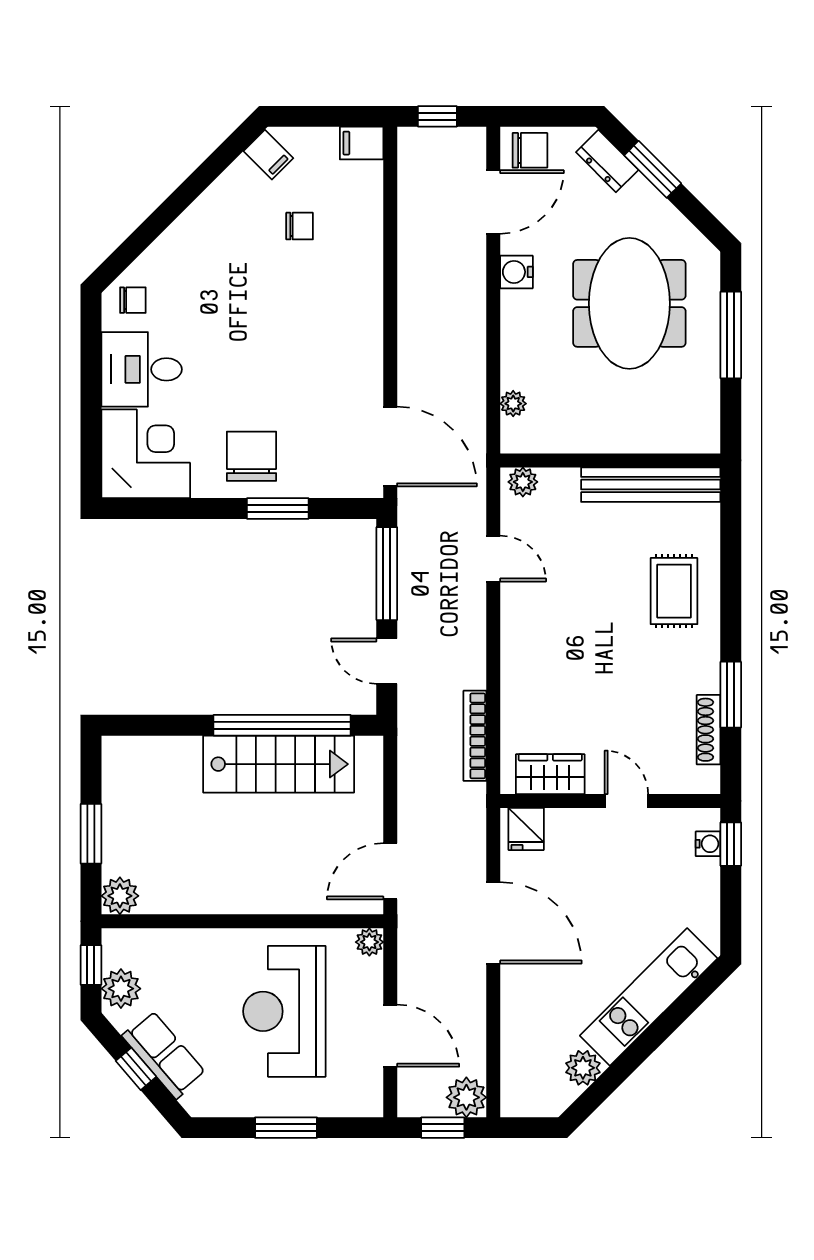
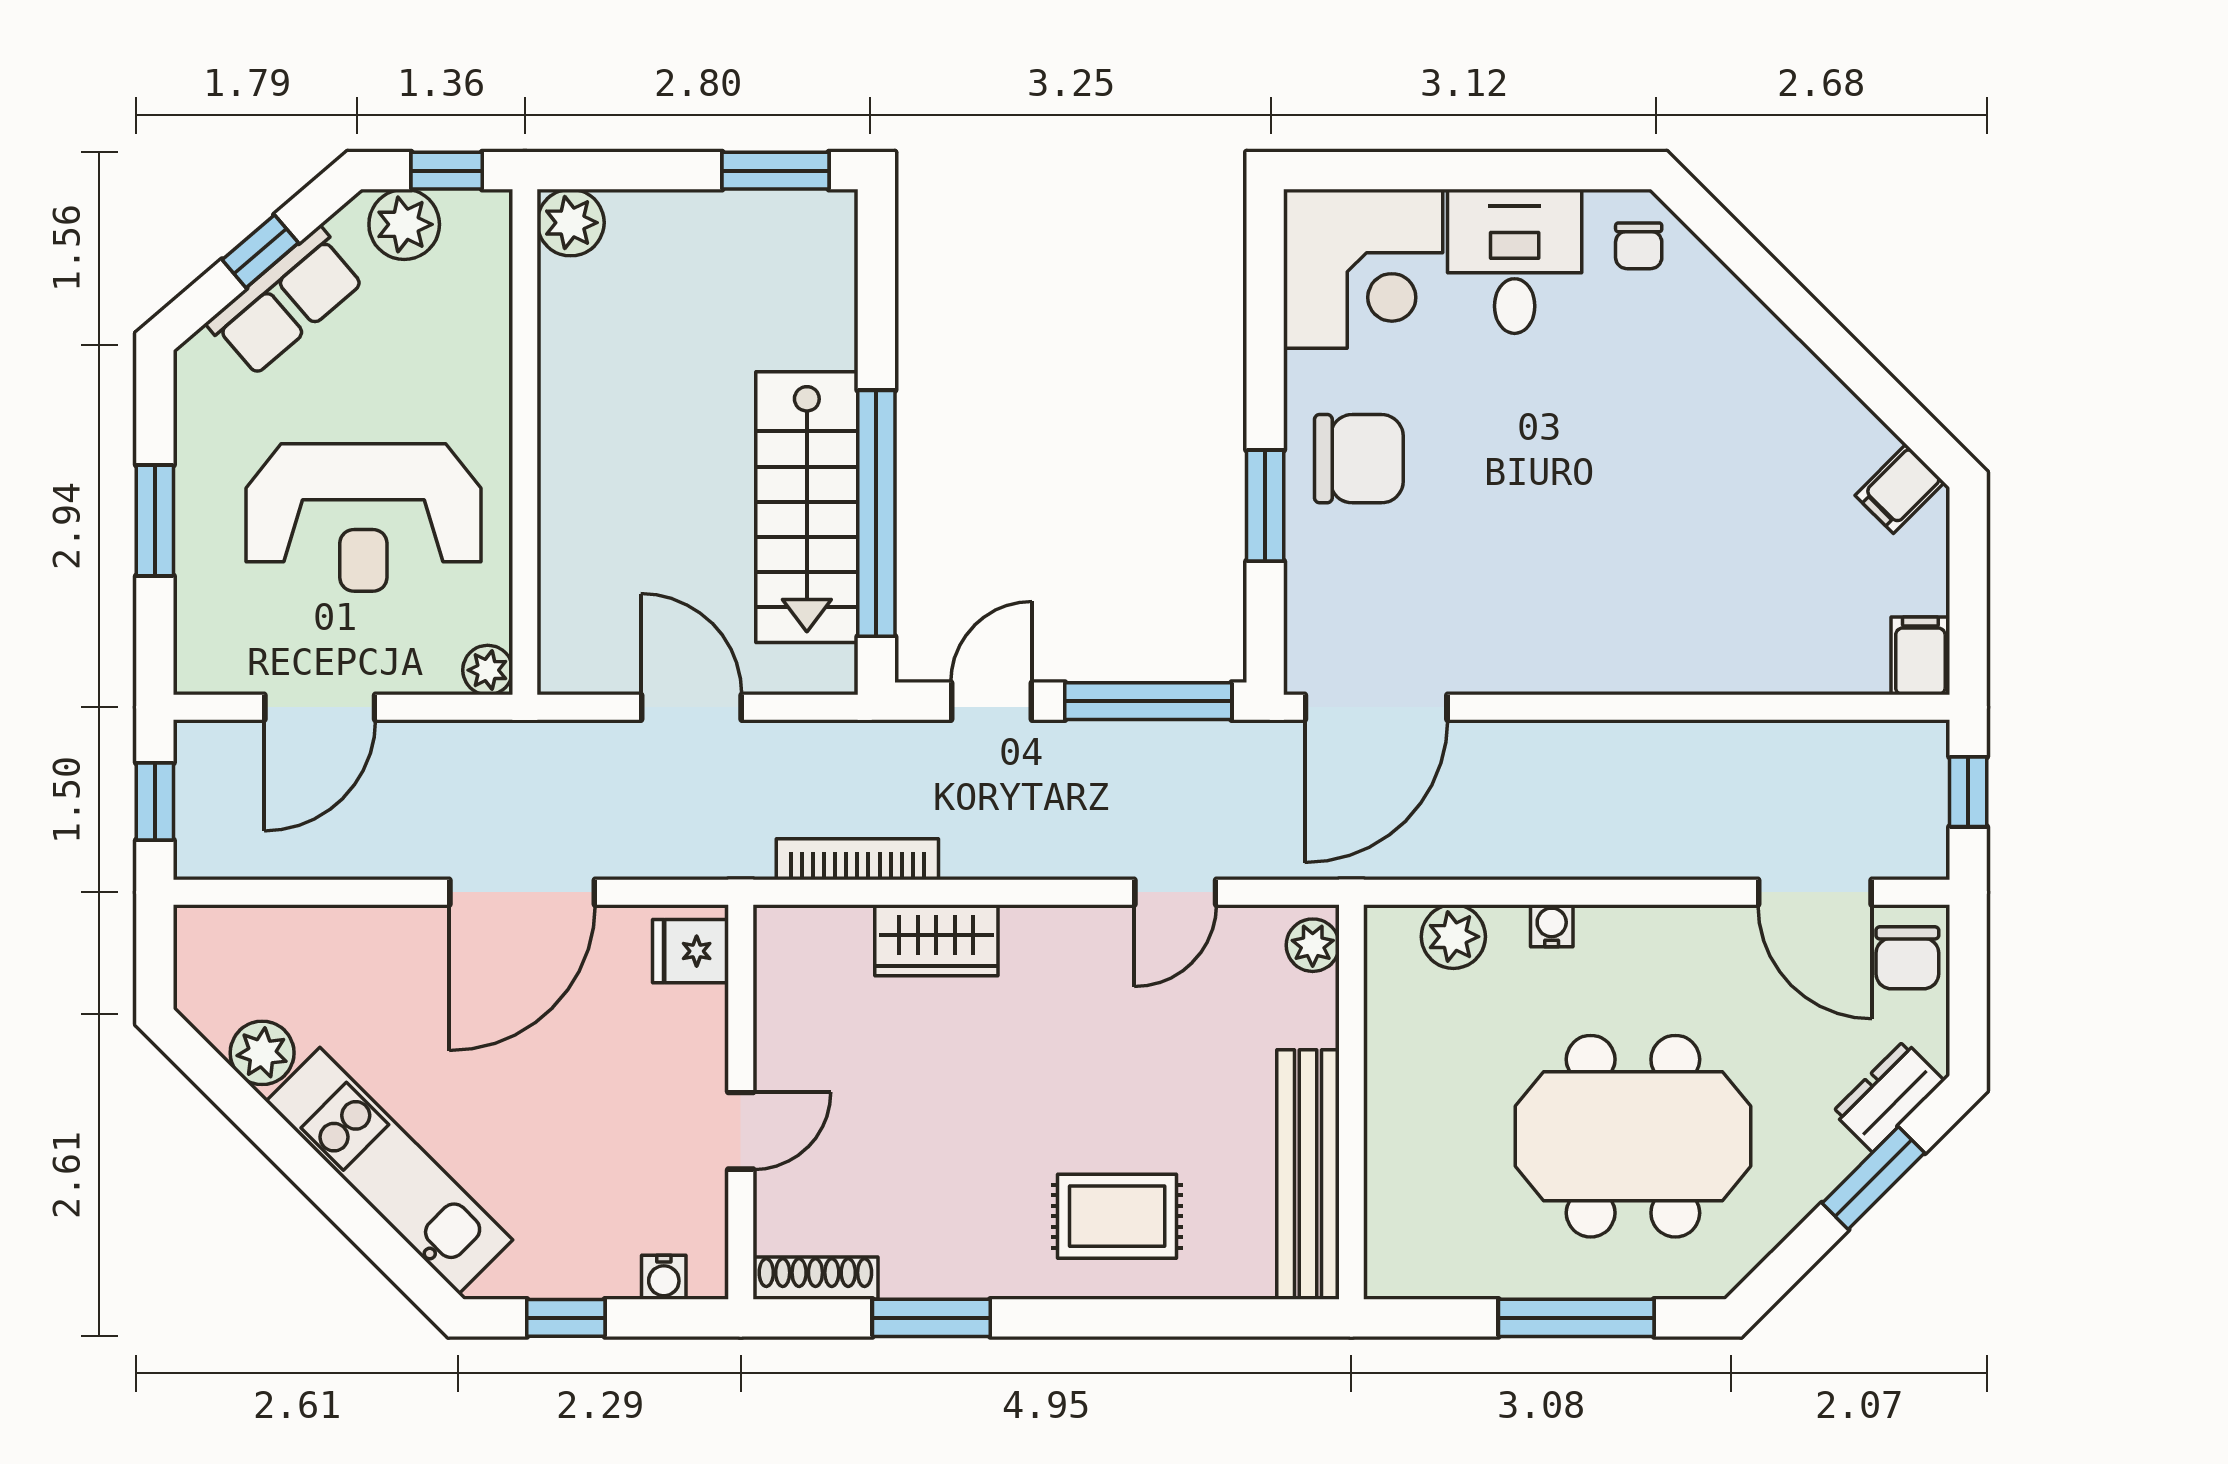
chair: (300, 226) -> (1772, 545), removed
water cooler: (517, 272) -> (1552, 926), moved, width x0.72, depth x0.72
plant: (513, 404) -> (1453, 937), width x1.38, depth x1.38
shoe rack: (709, 730) -> (815, 1278), moved
wardrobe: (550, 774) -> (936, 940), moved, turned 90
window: (91, 834) -> (776, 171), moved
window: (731, 844) -> (566, 1318), moved
door: (390, 871) -> (691, 707), moved
reception desk: (284, 1011) -> (363, 518), turned 180
plant: (466, 1097) -> (209, 844), removed

